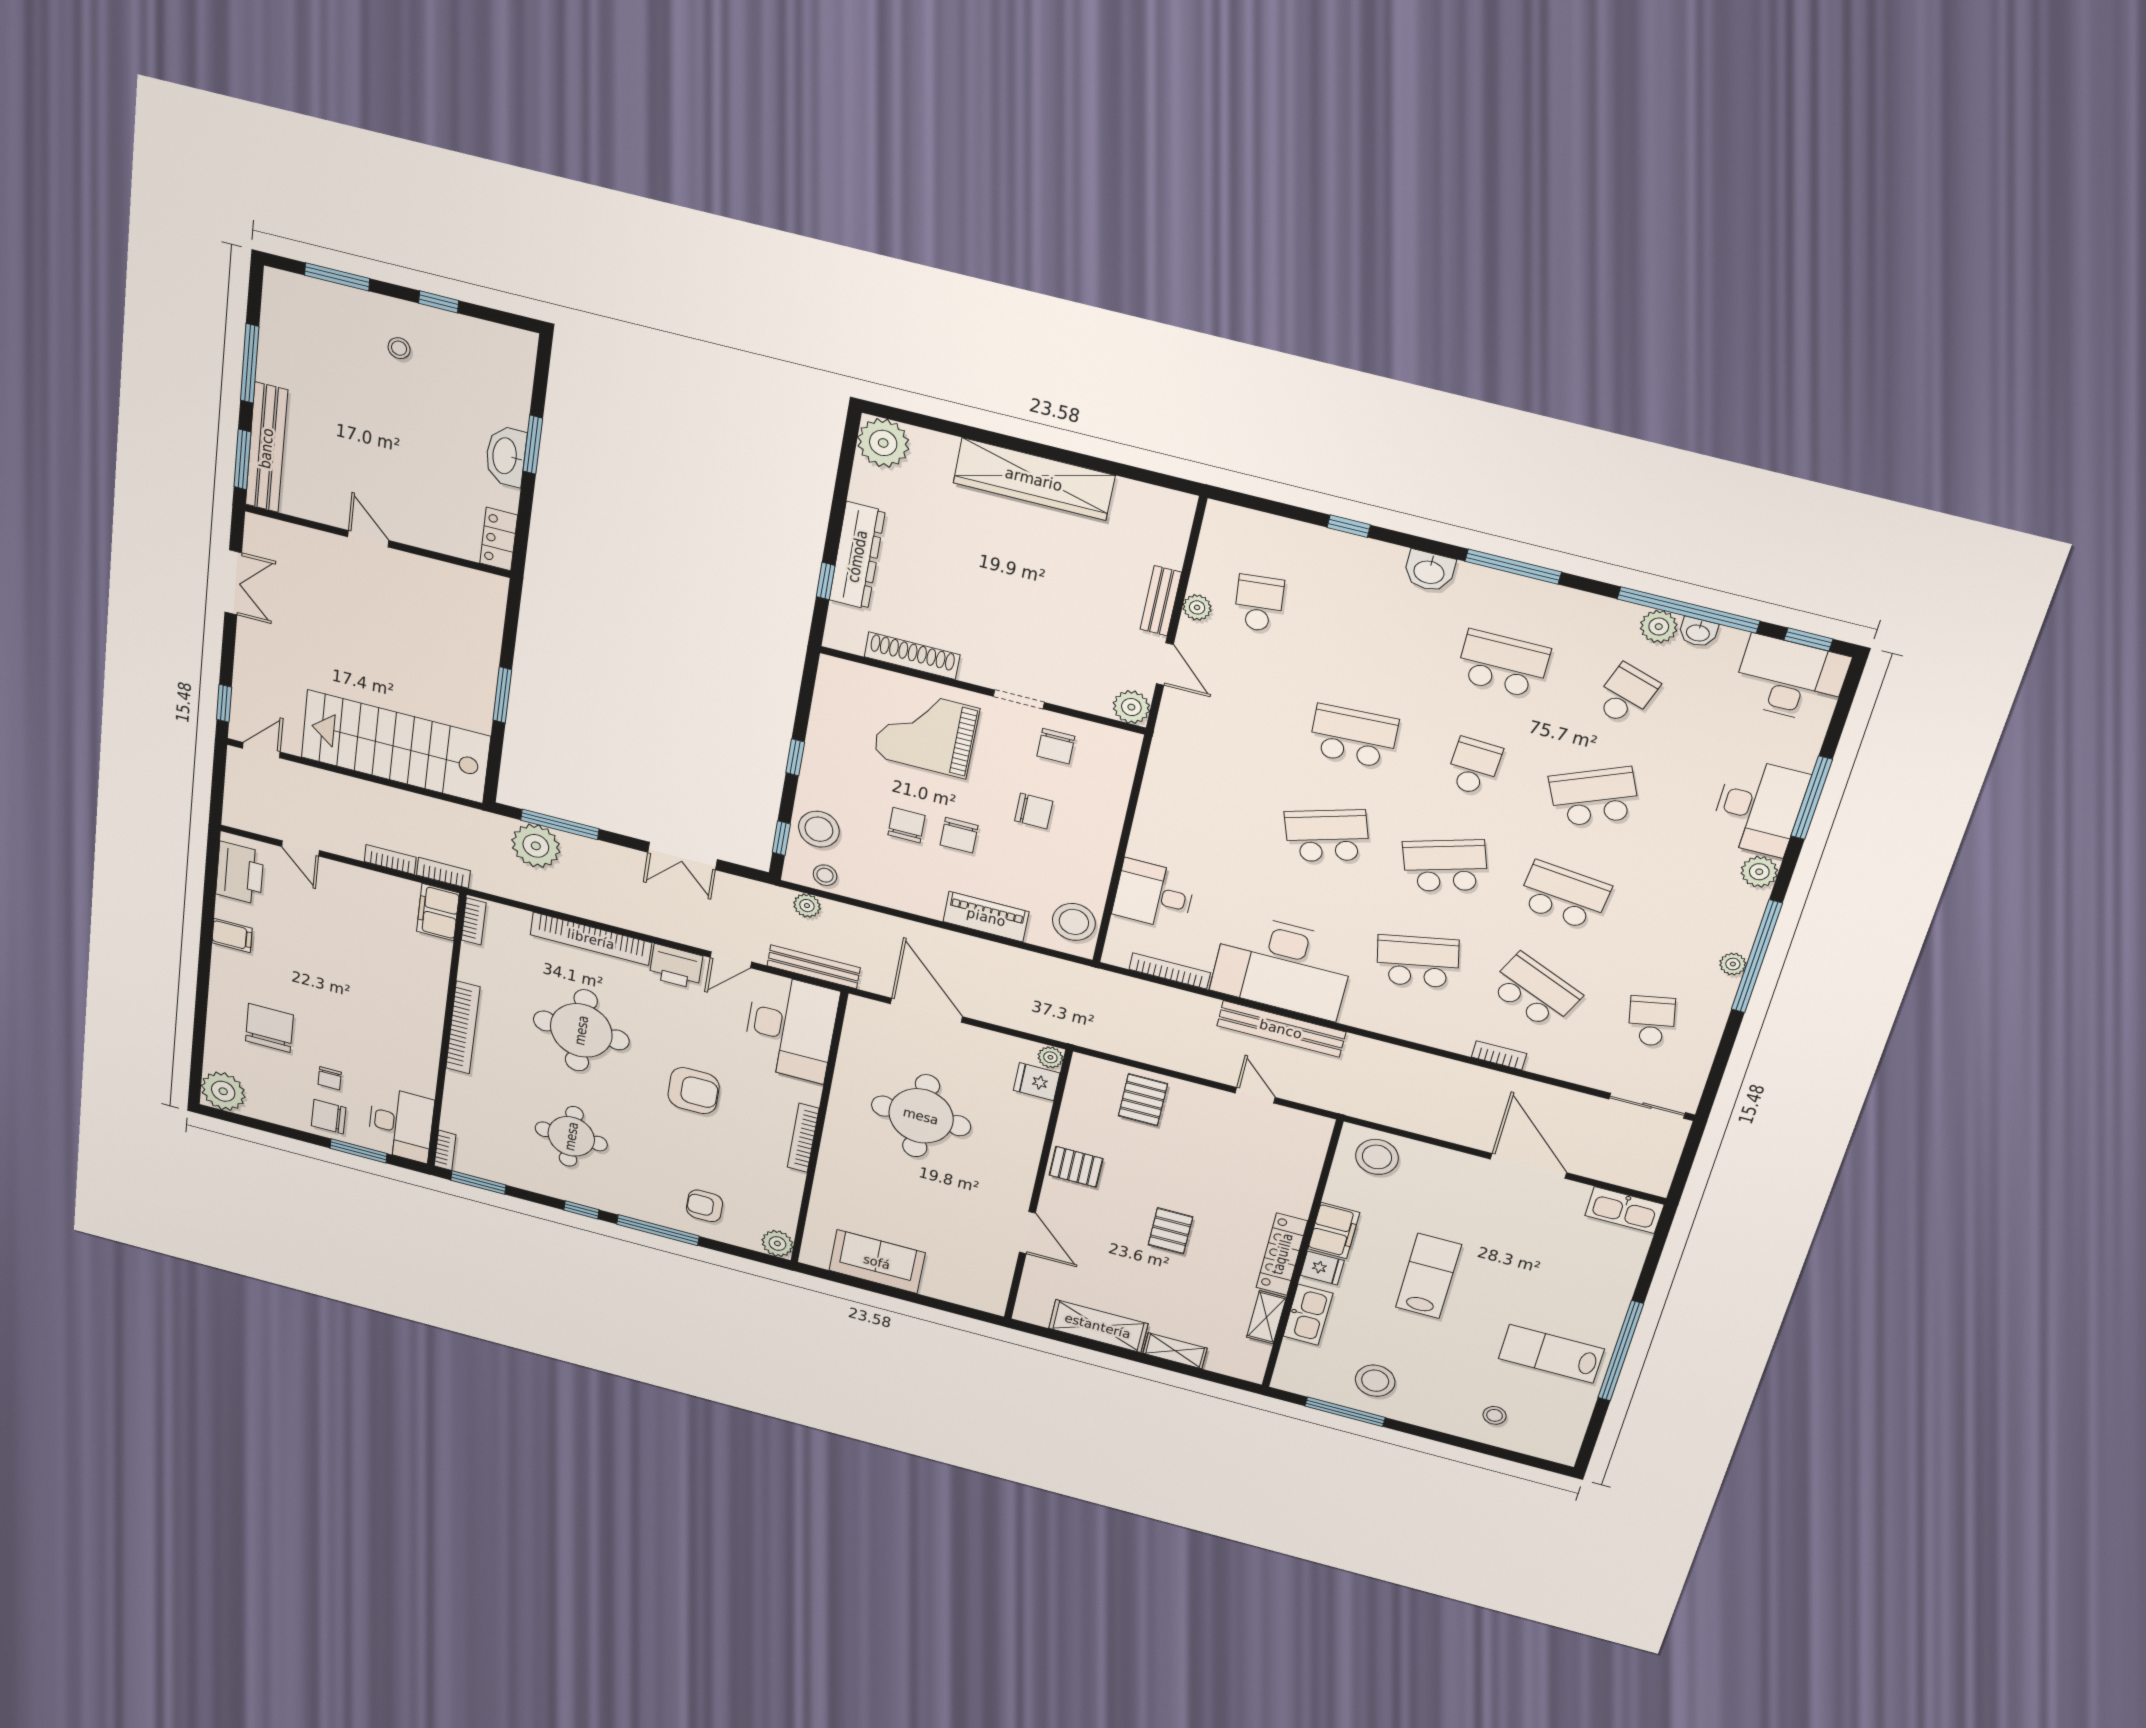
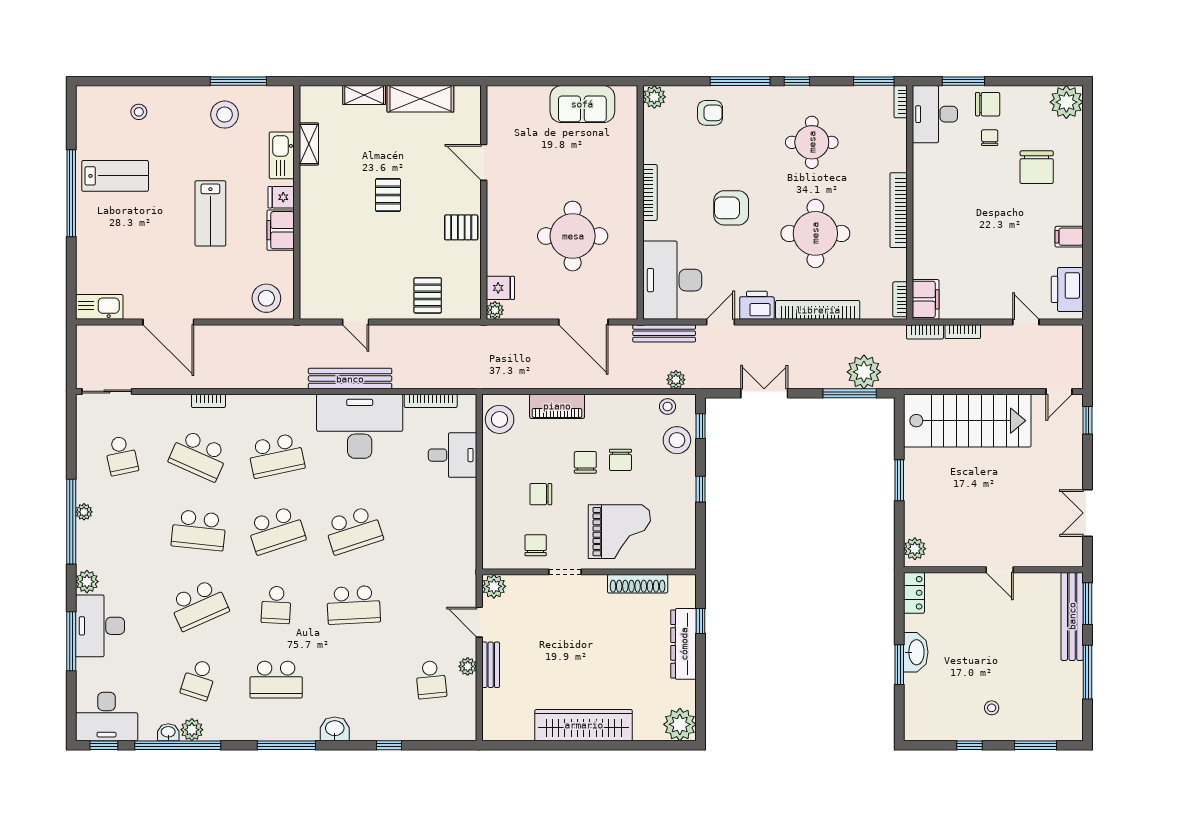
plant: (490, 599) -> (915, 549), added
locker: (1282, 1254) -> (310, 200), removed

